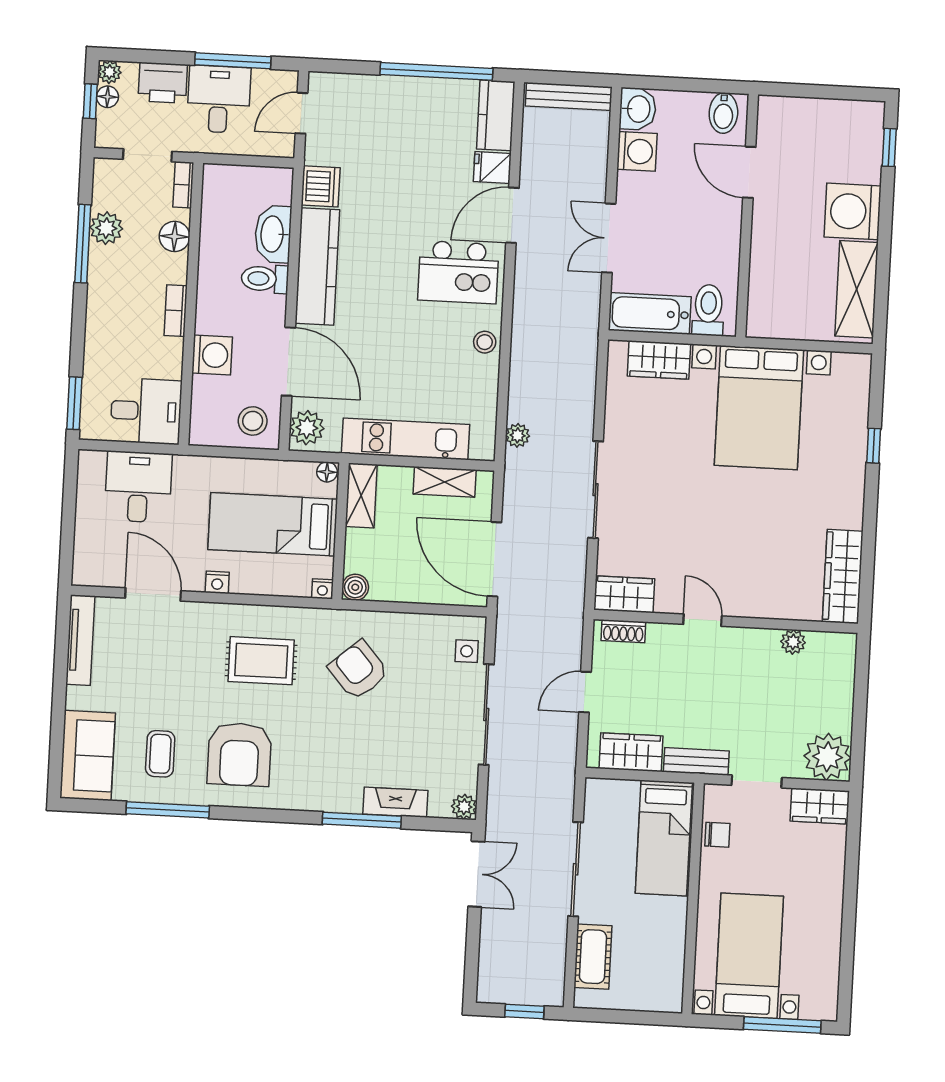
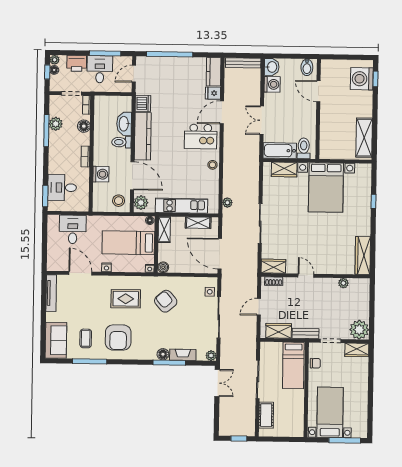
window: (436, 71) -> (170, 54), moved
washing machine: (853, 211) -> (362, 79), moved
desk: (146, 411) -> (62, 188), moved, turned 180
floor lamp: (347, 799) -> (163, 354), added

